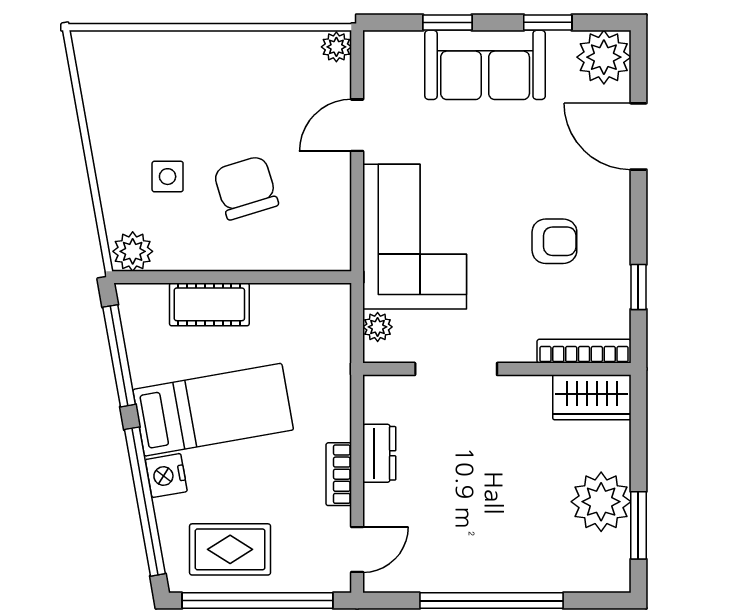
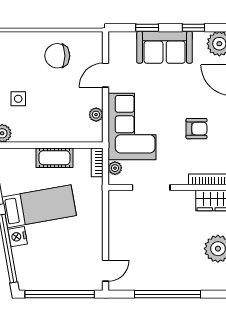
plant: (336, 47) -> (96, 115), moved
chair: (246, 188) -> (57, 56), moved, turned -73
cot: (209, 304) -> (55, 158), moved
dresser: (379, 453) -> (116, 226), removed
bookcase: (339, 474) -> (97, 162), moved
rug: (230, 549) -> (47, 271), removed

